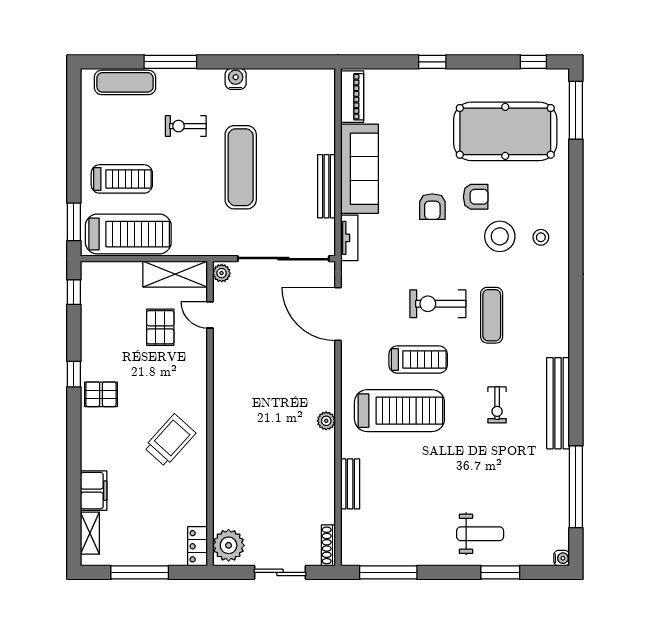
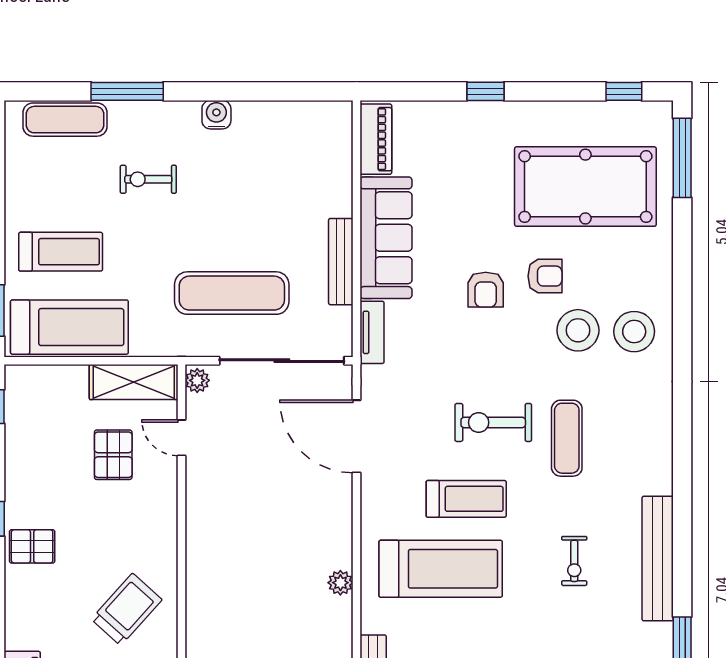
exercise mat: (241, 167) -> (232, 293), moved, turned 90
stool: (541, 237) -> (634, 332), width x1.89, depth x1.89

